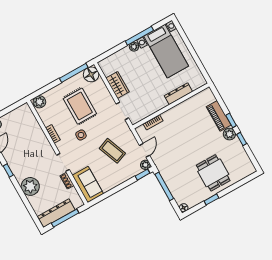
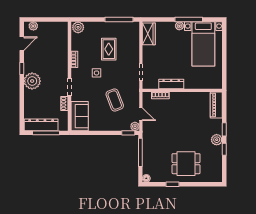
floor lamp: (91, 74) -> (132, 29), removed
wardrobe: (118, 85) -> (149, 34), moved
dresser: (178, 94) -> (171, 84), moved
rug: (80, 106) -> (109, 49), width x0.73, depth x0.70
piano: (219, 116) -> (216, 105), moved
door: (145, 150) -> (141, 114), hinge flipped
dining table: (213, 173) -> (186, 164), turned 90
plant: (30, 186) -> (32, 81), moved

